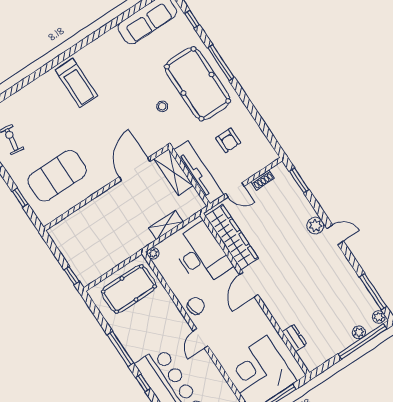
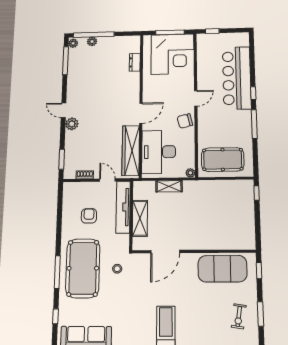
door: (135, 169) -> (165, 252), moved
wall: (106, 188) -> (194, 251), moved

